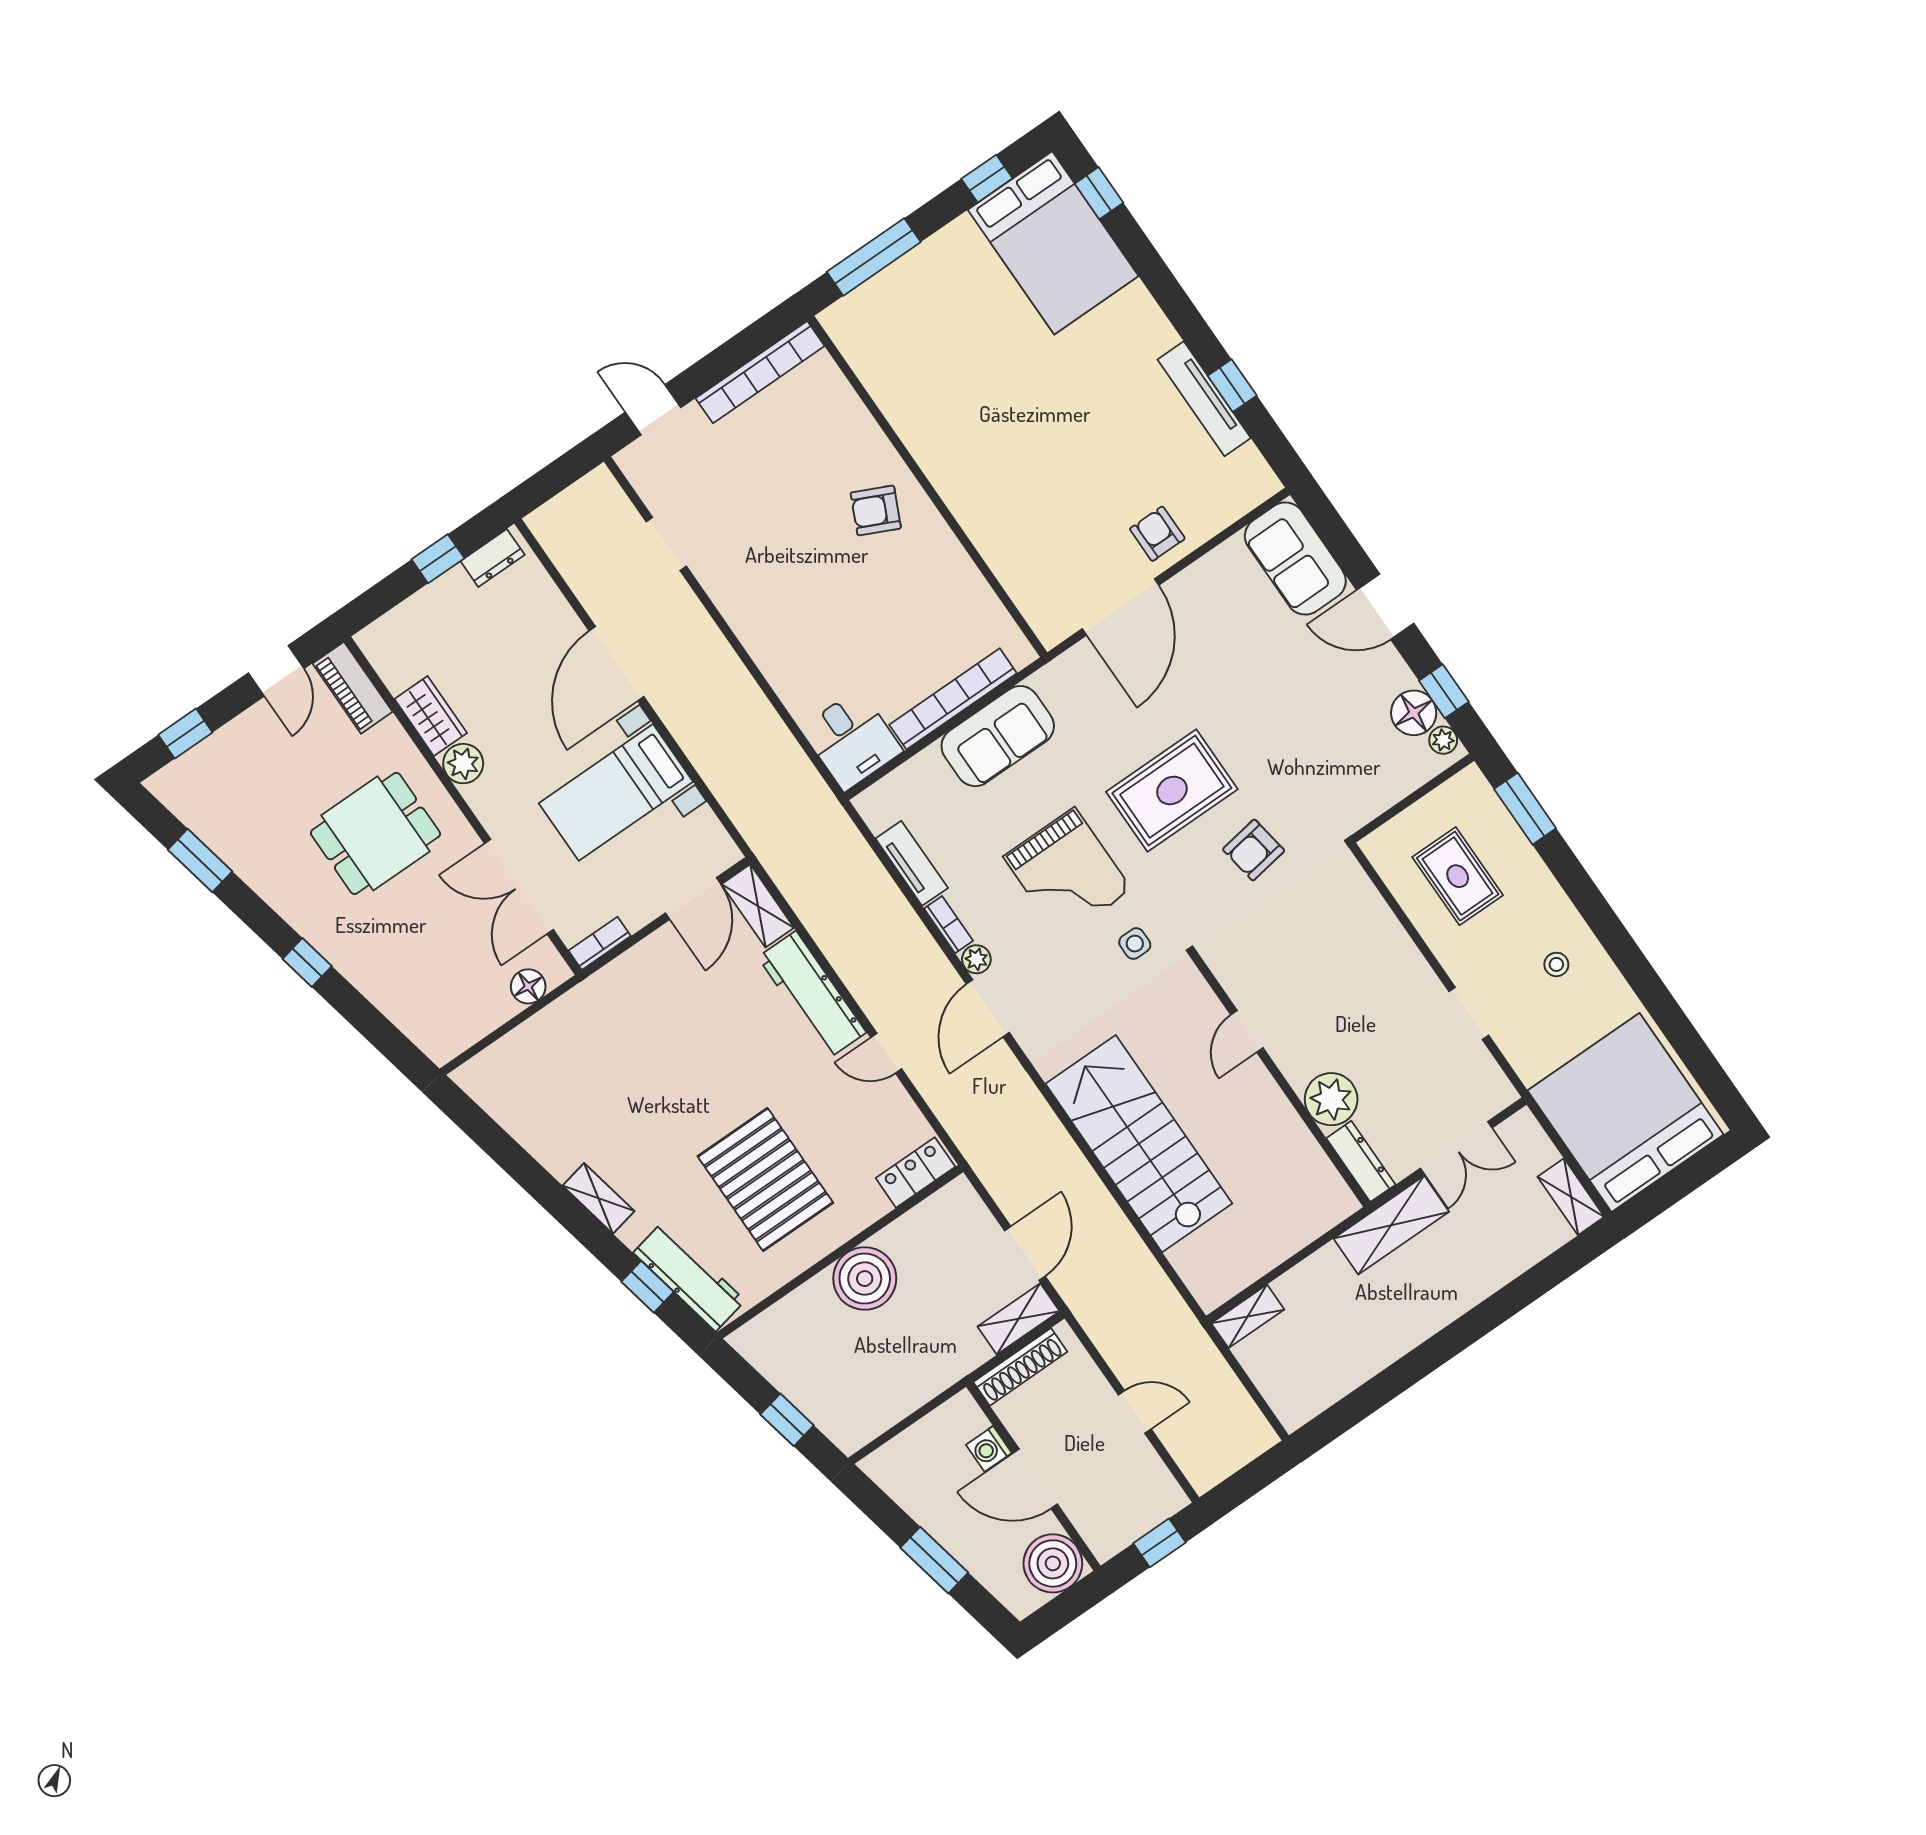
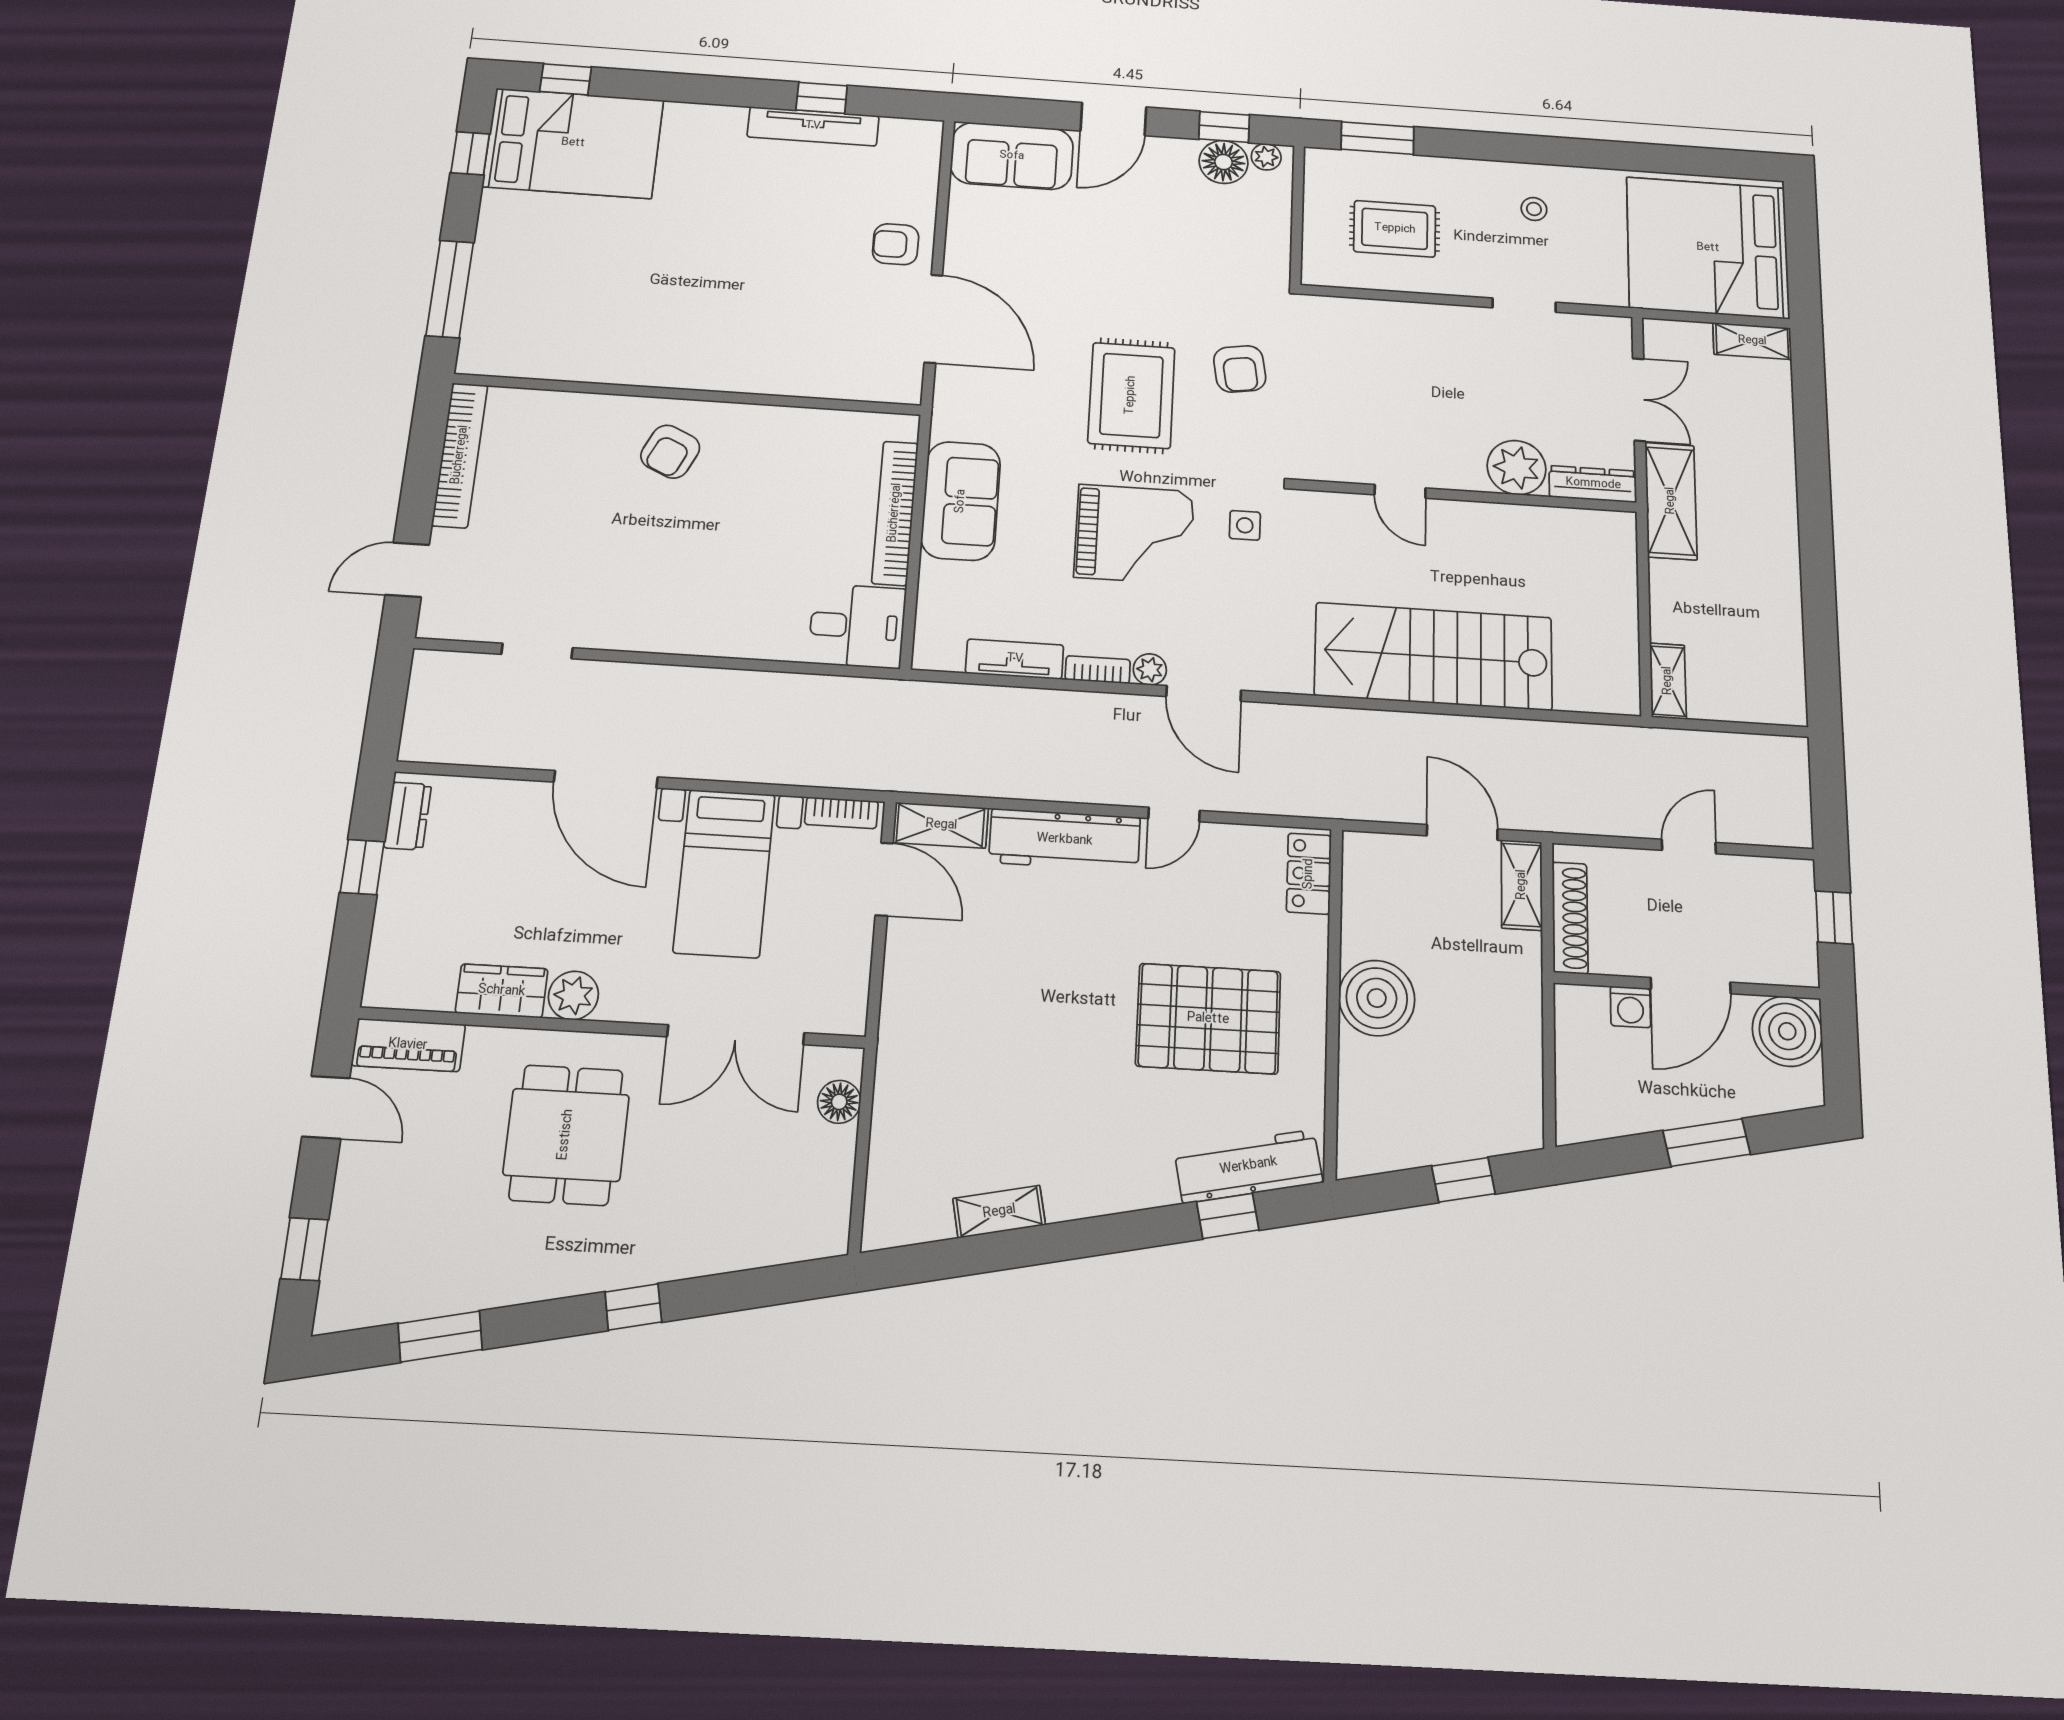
bookcase: (600, 943) -> (841, 813), moved, turned -90
shelving: (598, 1198) -> (999, 1212), moved

